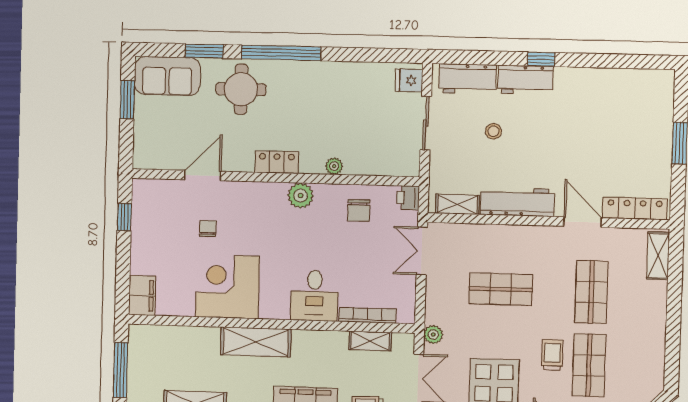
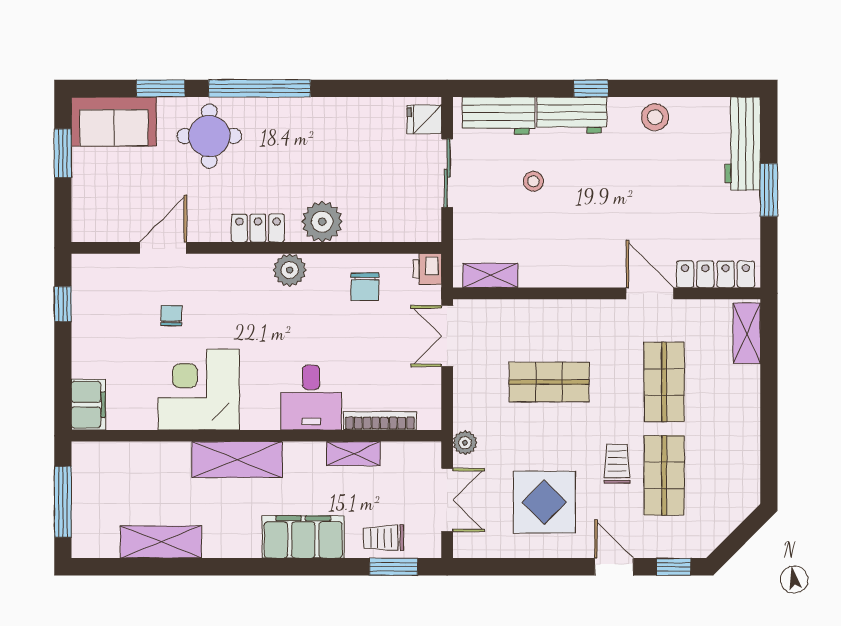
stool: (591, 83) -> (655, 117), added
plant: (334, 166) -> (322, 222), width x1.88, depth x1.88
workbench: (517, 202) -> (743, 144), moved, turned -90
shelving: (370, 341) -> (353, 454), moved

